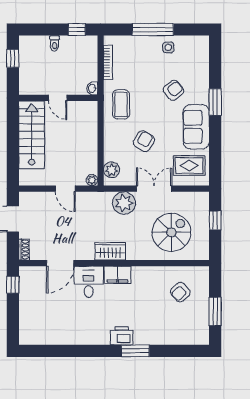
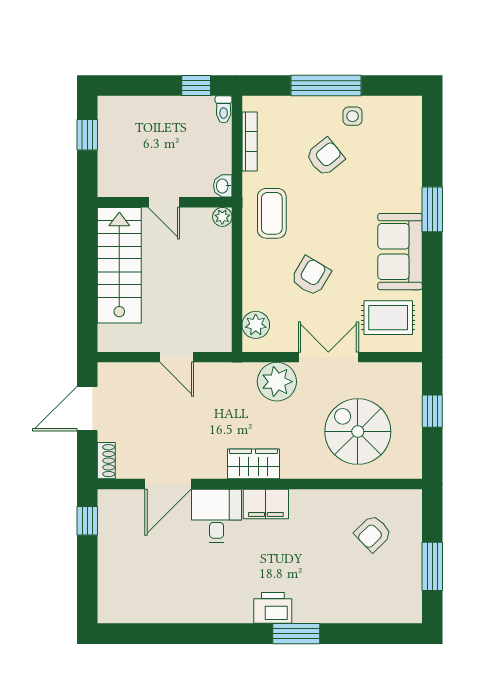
toilet: (55, 43) -> (224, 109), moved
armchair: (173, 90) -> (325, 157), moved
plant: (92, 180) -> (222, 217), moved
spiral stairs: (171, 232) -> (358, 432), turned -90

